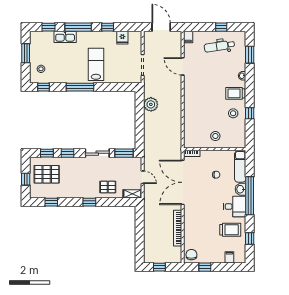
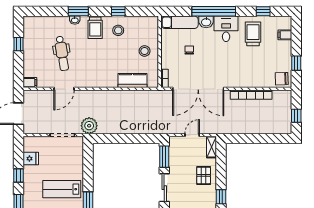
dental chair: (219, 46) -> (62, 53), moved
window: (250, 55) -> (78, 11), moved
plant: (151, 104) -> (89, 126), moved
kitchen counter: (190, 126) -> (133, 80), added

